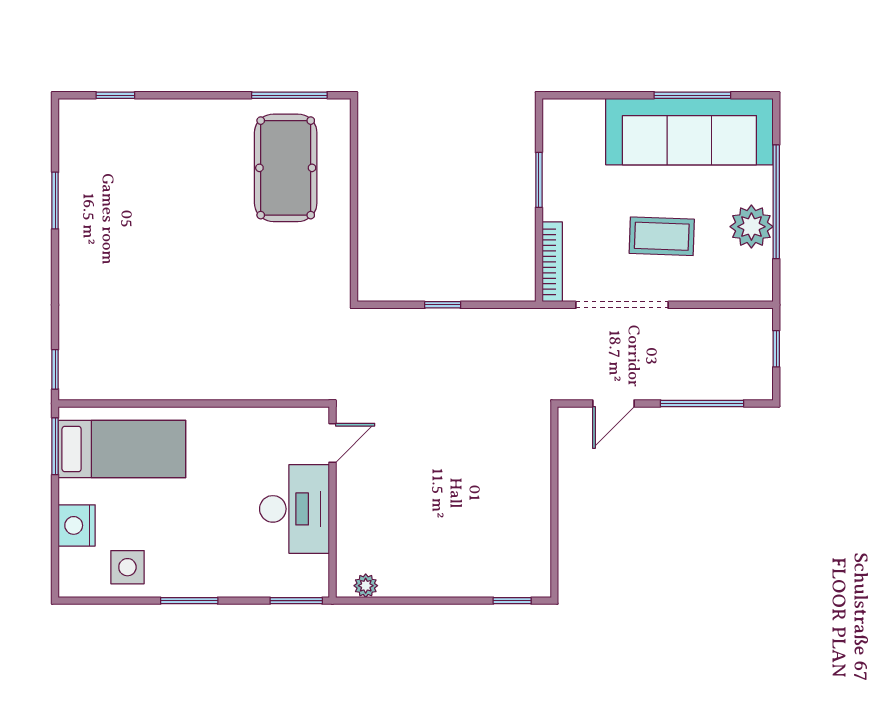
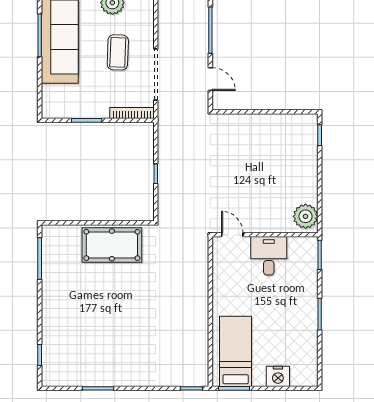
pool table: (286, 168) -> (112, 245), moved
desk: (294, 509) -> (269, 256), width x0.73
side table: (127, 567) -> (301, 348), removed
plant: (366, 586) -> (306, 216), width x1.87, depth x1.87

